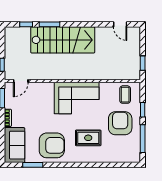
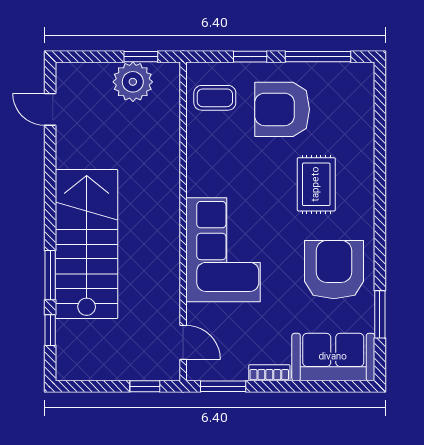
door: (120, 24) -> (50, 109), swing flipped
plant: (132, 60) -> (133, 82), added
corner sofa: (77, 98) -> (223, 250), moved

